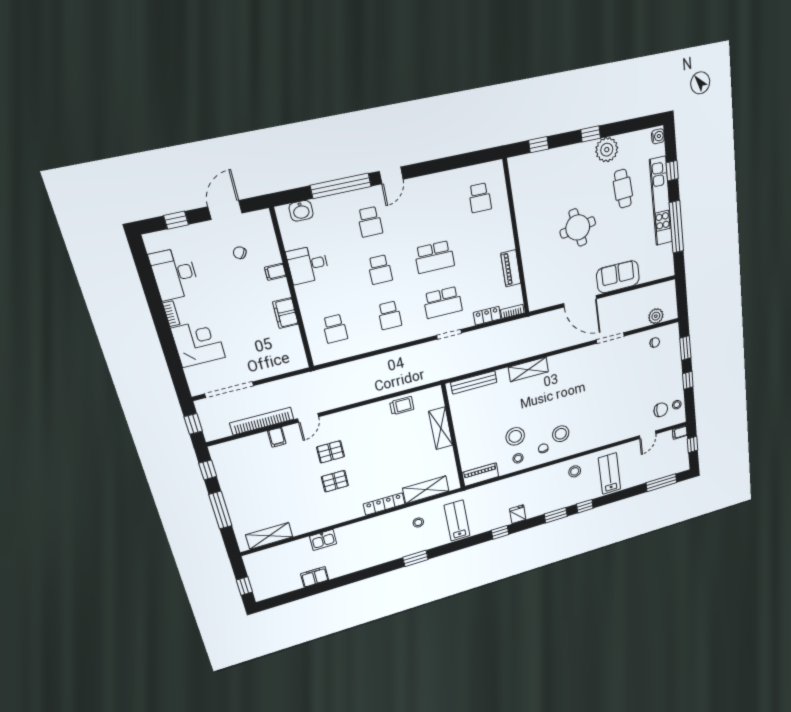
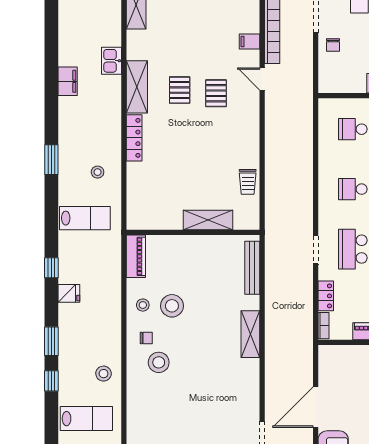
chair: (260, 366) -> (333, 45), added
shelving: (426, 490) -> (137, 87), moved
filing cabinet: (315, 577) -> (68, 81), moved

